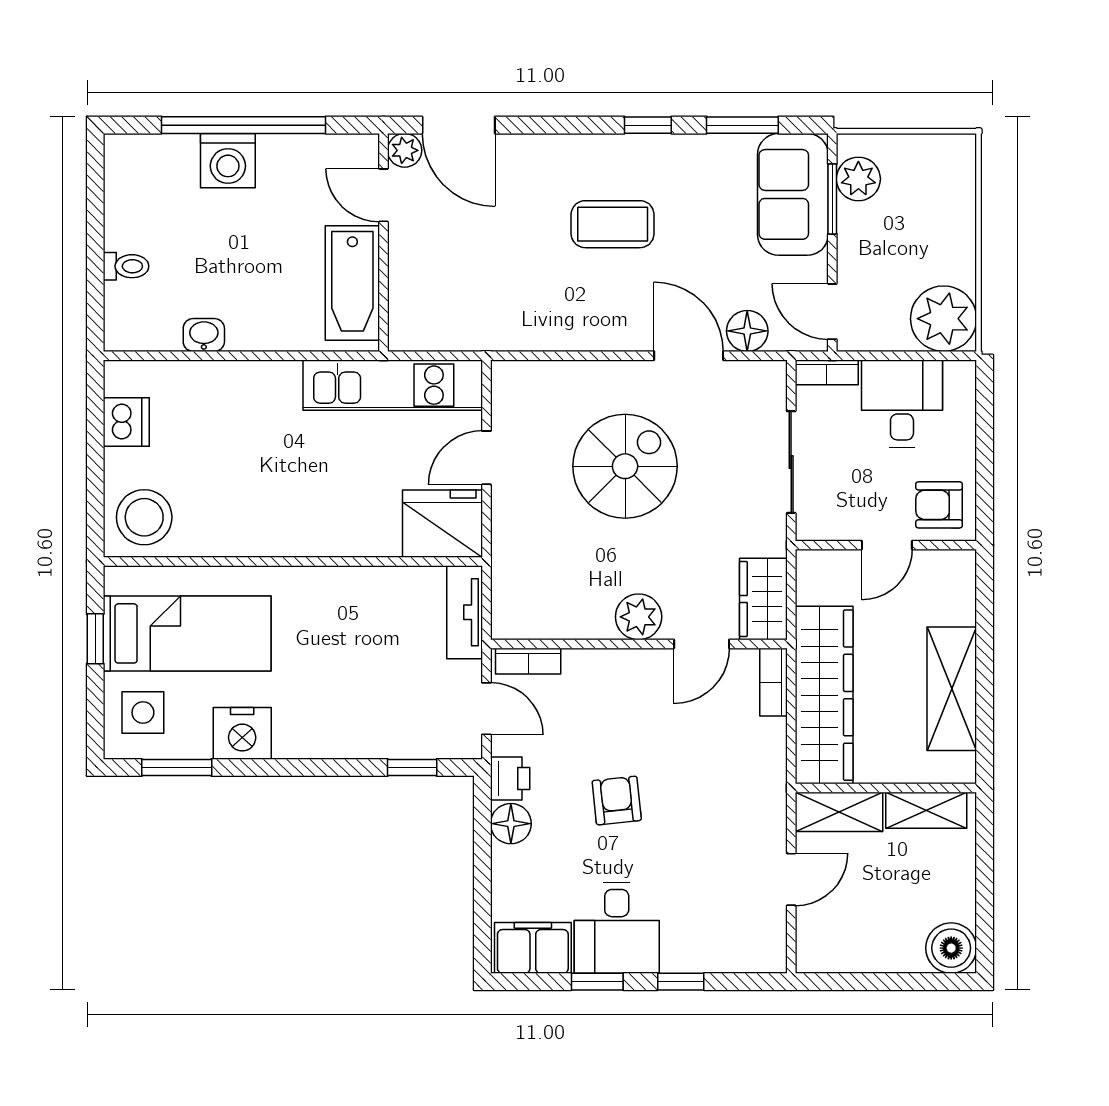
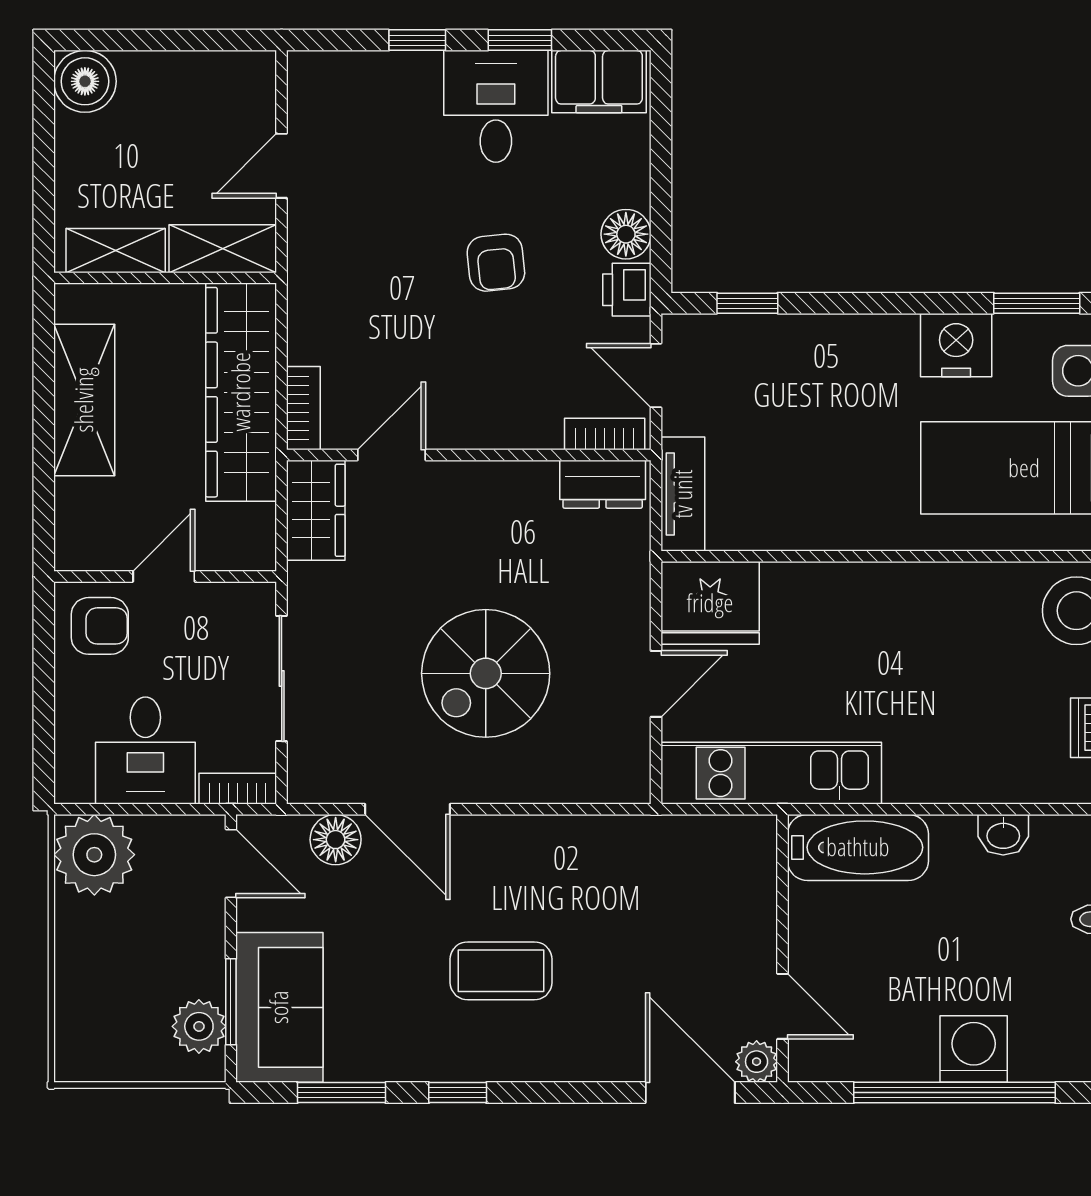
bathtub: (352, 283) -> (858, 847), moved, turned 90
plant: (639, 617) -> (469, 488), removed
dresser: (530, 620) -> (603, 484), added

